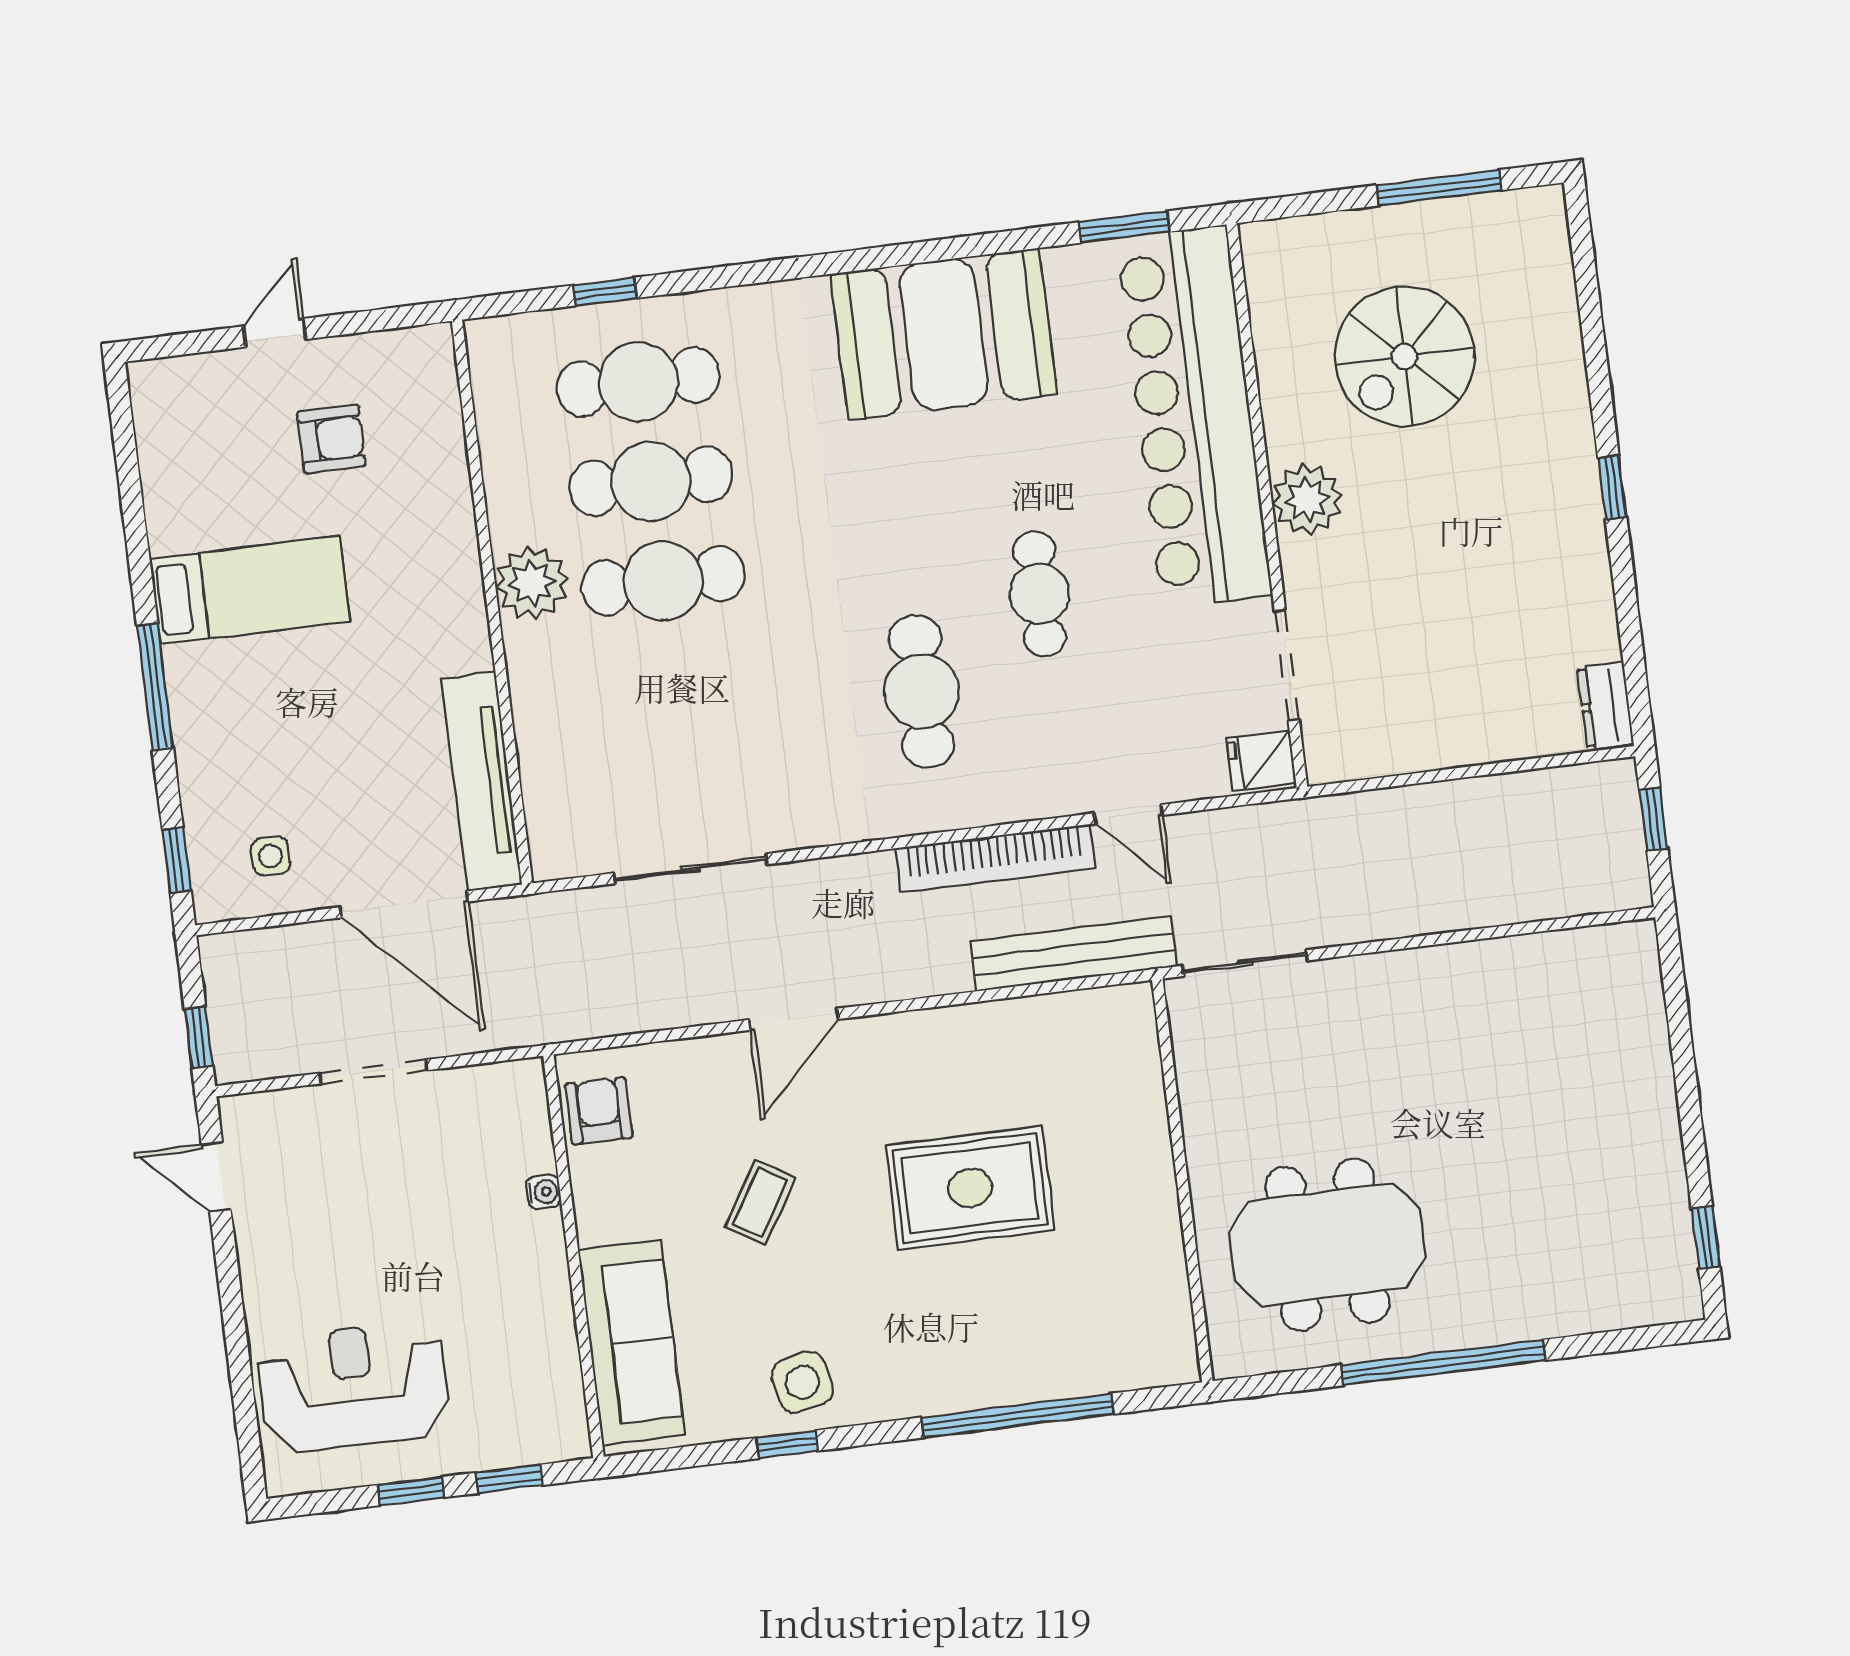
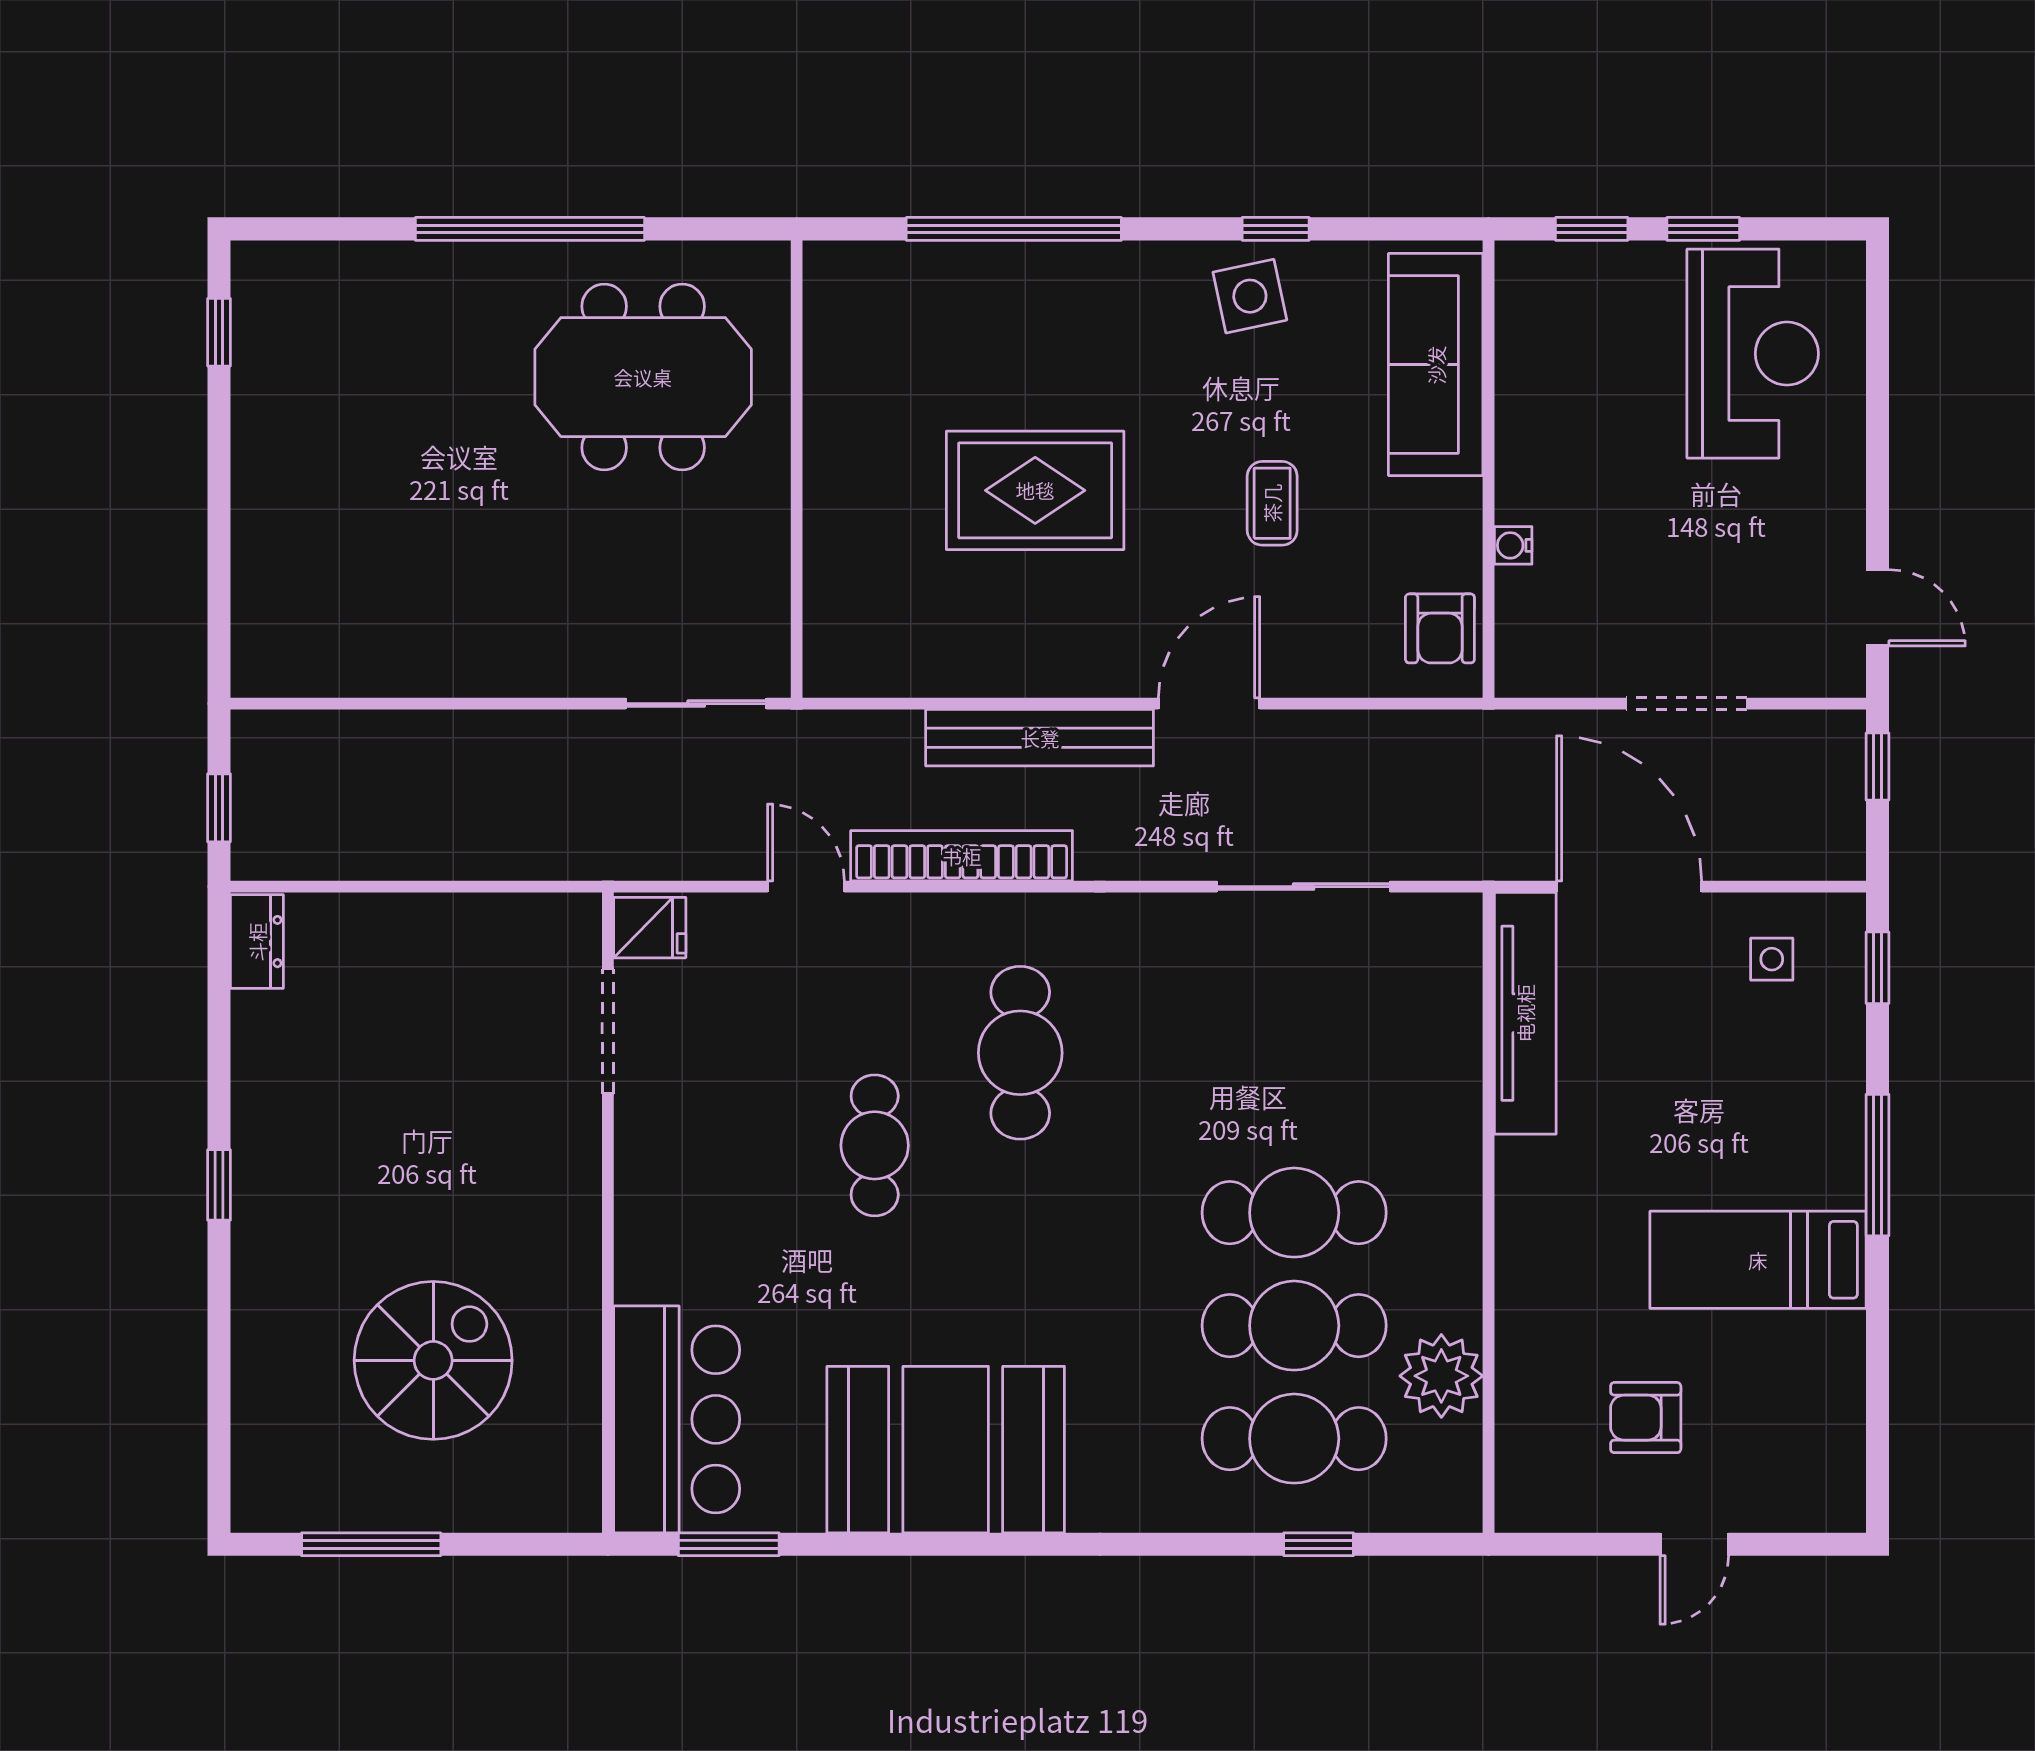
bar counter: (1194, 417) -> (677, 1419), width x0.54
plant: (1307, 499) -> (562, 1214), removed
plant: (532, 583) -> (1441, 1376), moved
bench: (1074, 954) -> (1040, 738), moved
coffee table: (760, 1202) -> (1272, 503), turned -31
reception desk: (354, 1387) -> (1753, 354), turned -90

